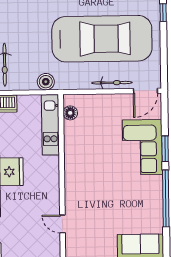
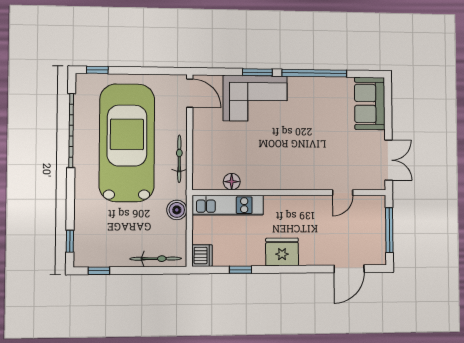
bicycle: (112, 83) -> (179, 159), moved
floor lamp: (70, 113) -> (232, 182), moved

